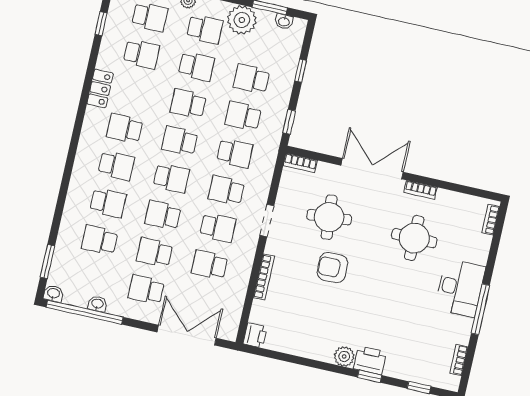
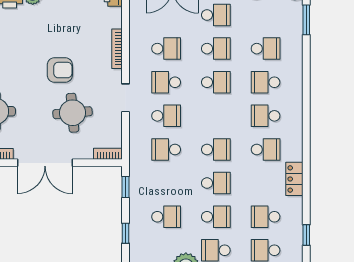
school desk: (196, 66) -> (216, 217), turned 180
school desk: (243, 116) -> (166, 183), removed
school desk: (171, 178) -> (216, 116), removed

